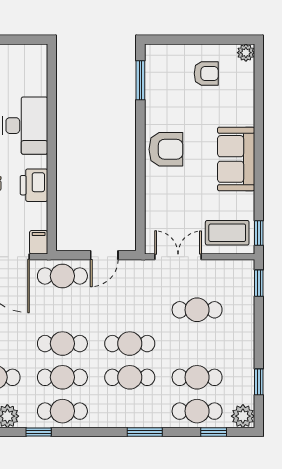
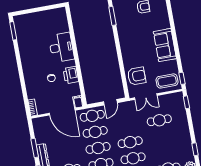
armchair: (166, 149) -> (137, 76), moved
double door: (178, 257) -> (146, 97), swing flipped
cafe table: (197, 377) -> (95, 132), moved

